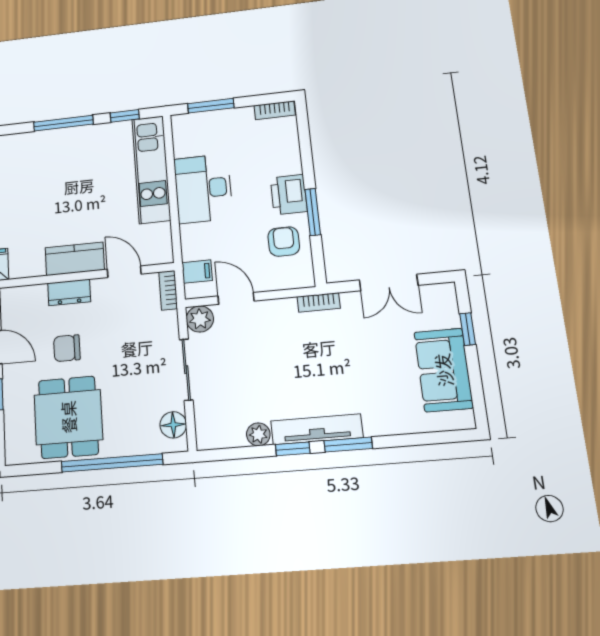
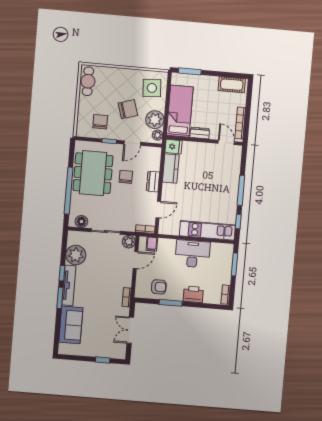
printer: (289, 195) -> (193, 294), moved
kitchen counter: (75, 259) -> (171, 169), moved
sofa: (443, 370) -> (71, 325), moved, turned 90
dining table: (68, 417) -> (93, 173), width x1.38
plant: (258, 434) -> (76, 255), width x1.88, depth x1.88

